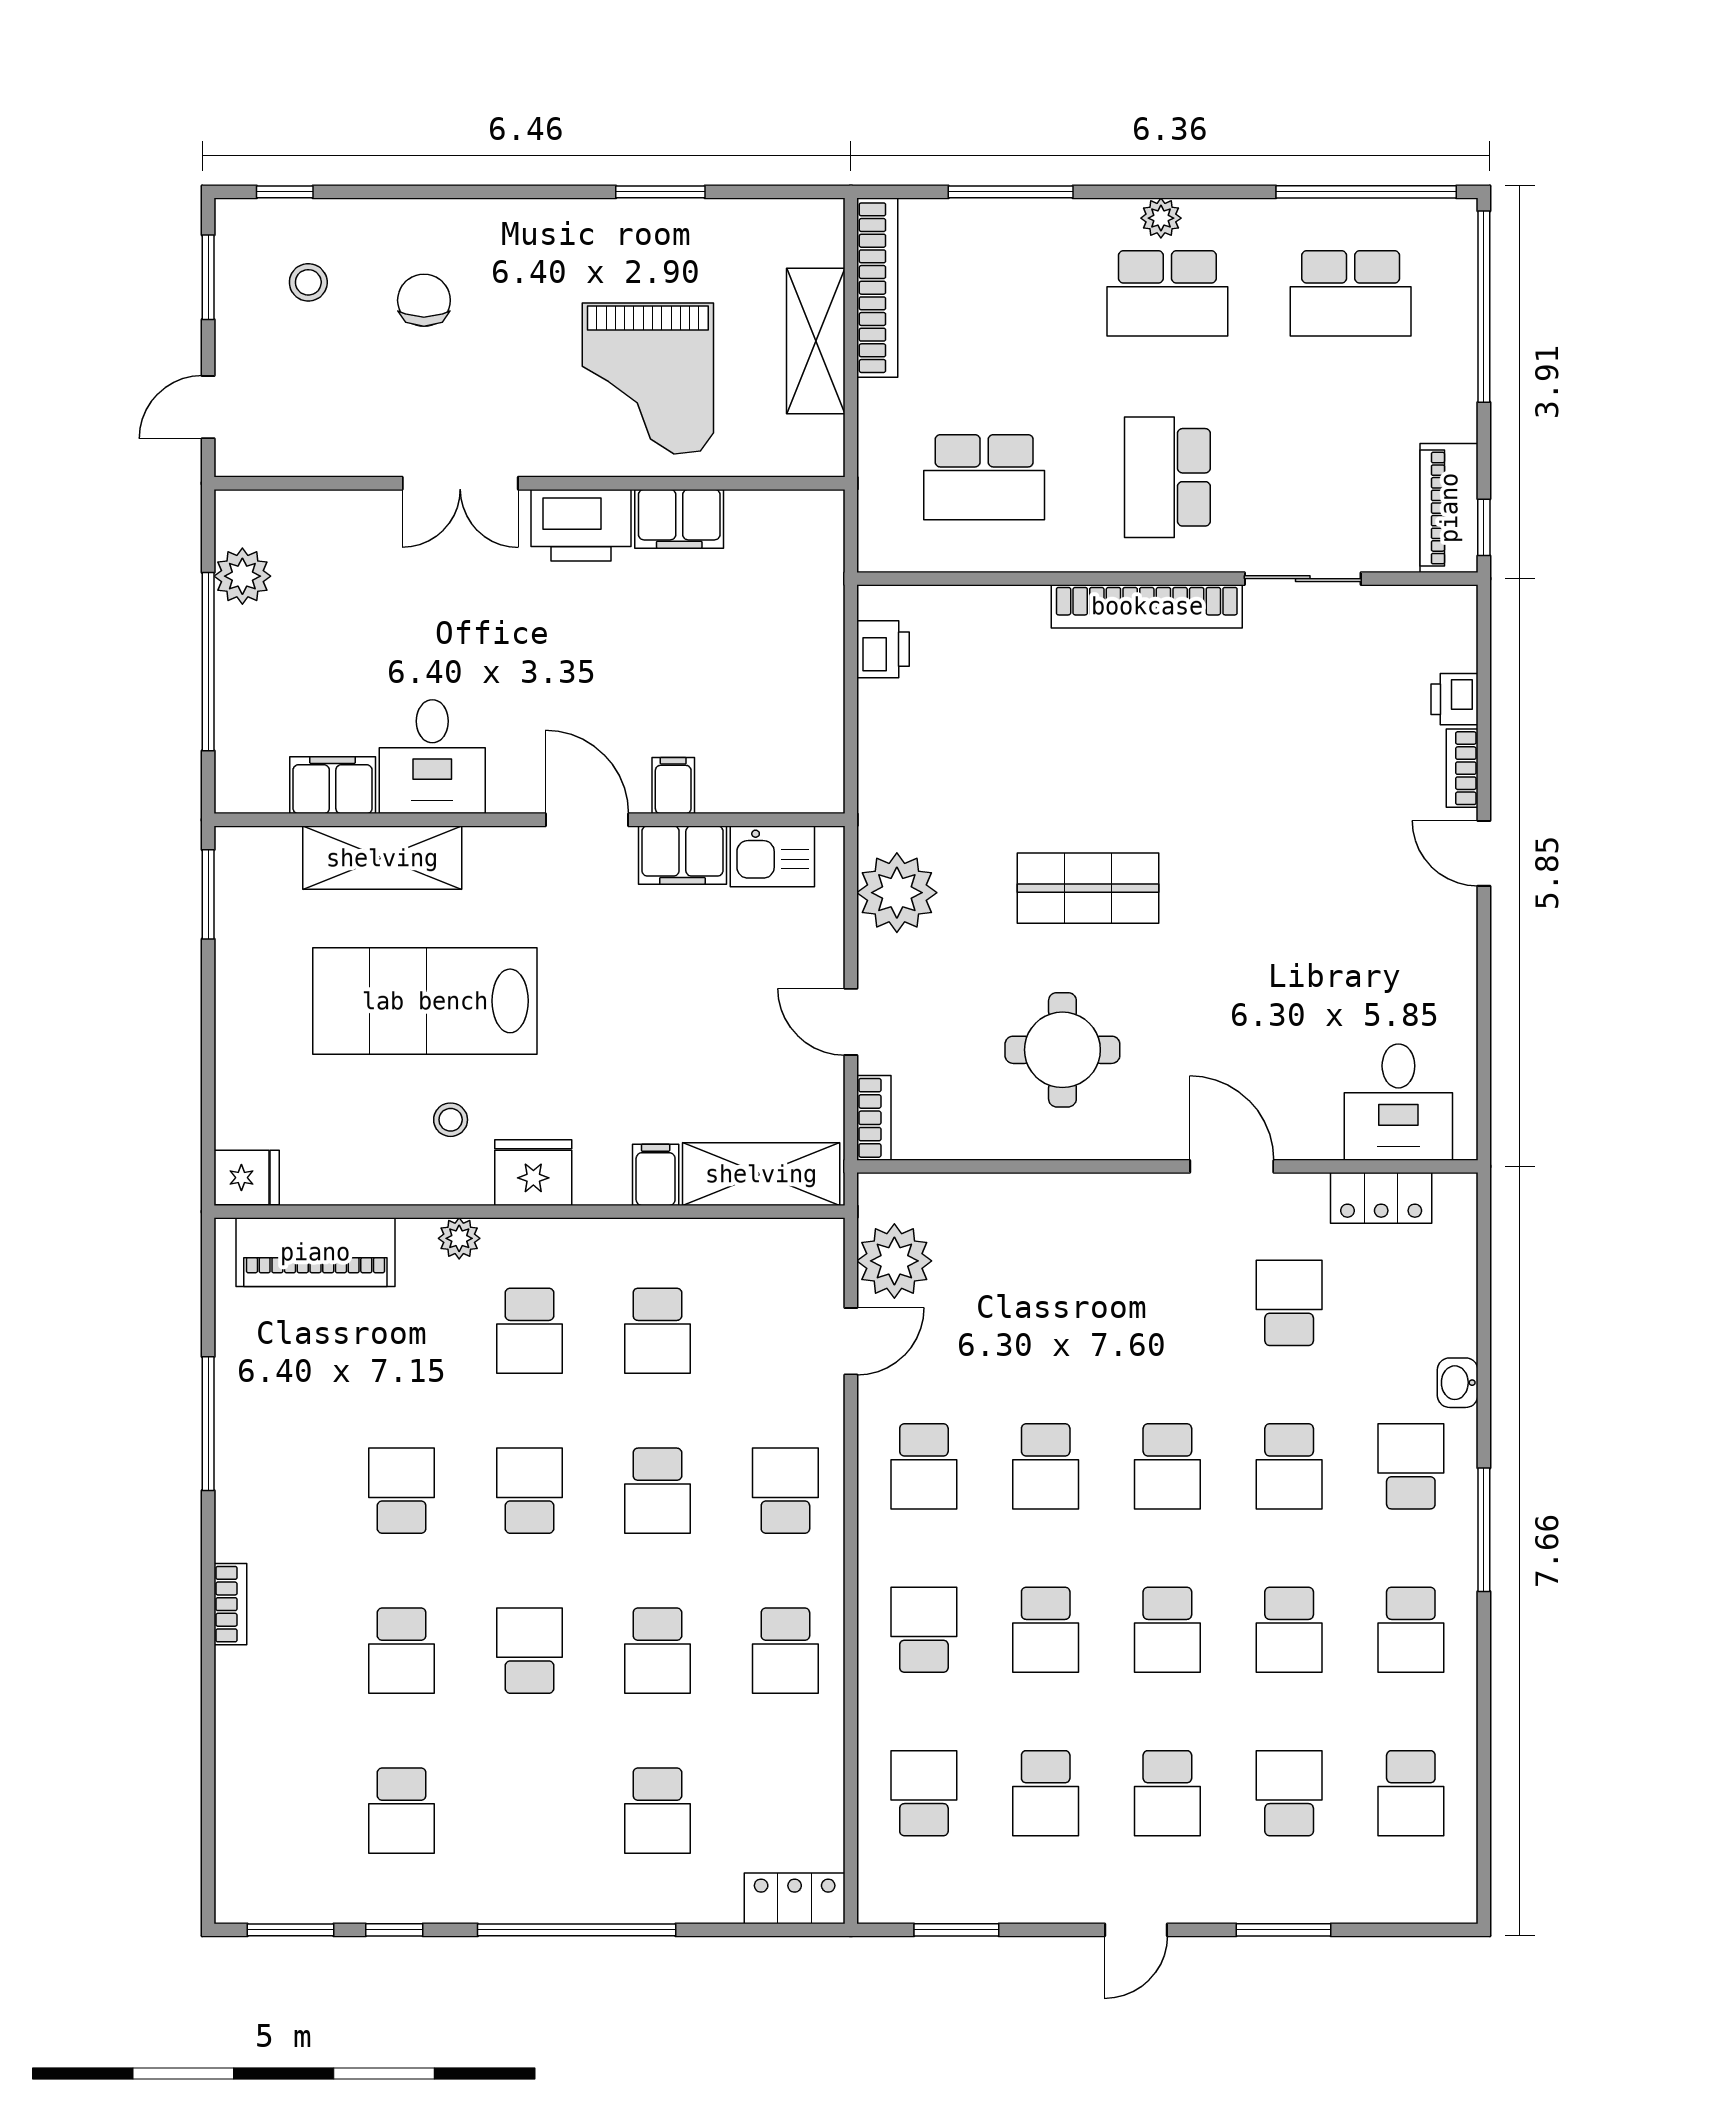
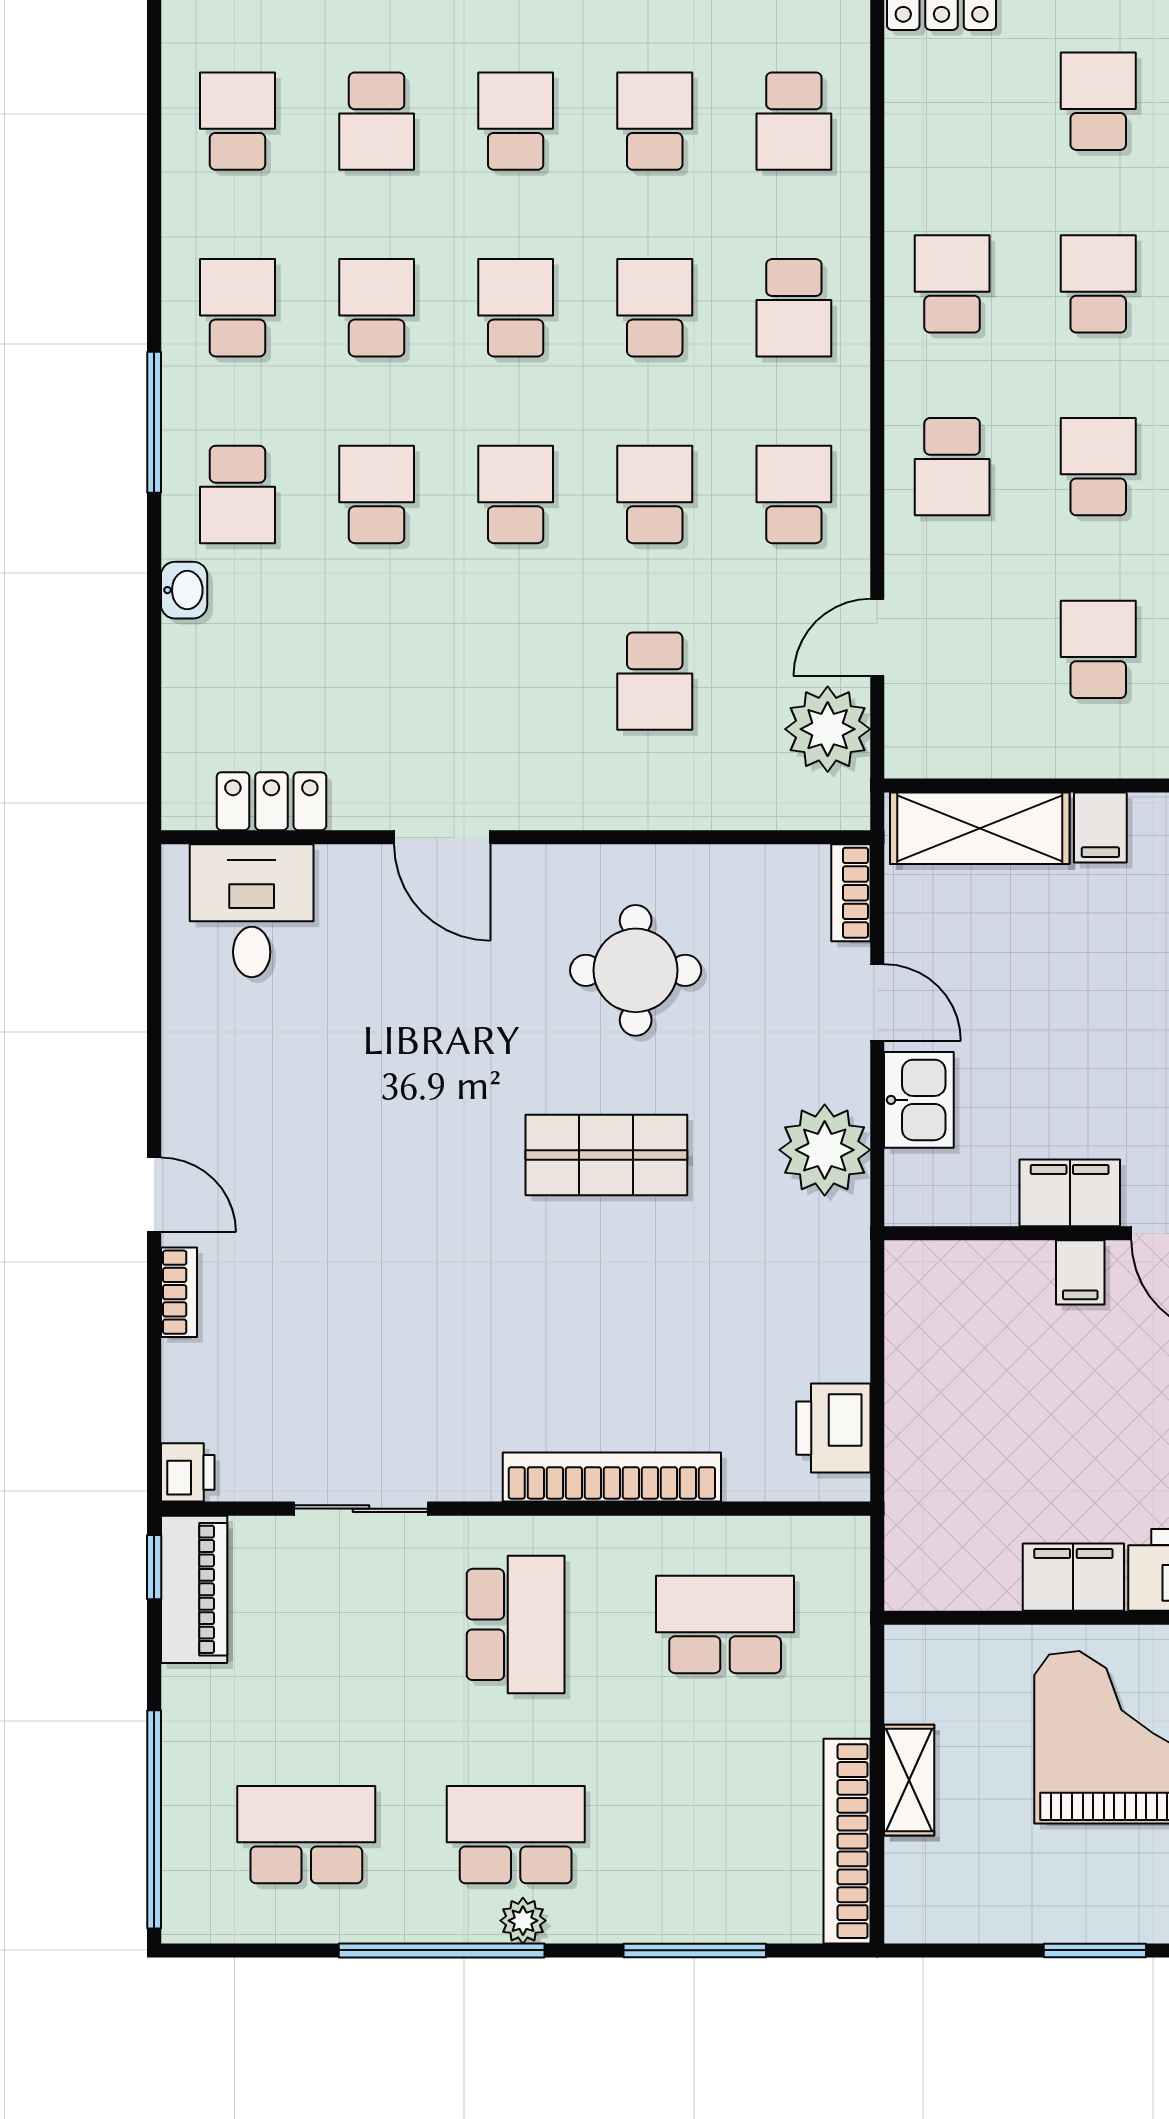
window: (1366, 192) -> (442, 1950), moved
shelving: (816, 341) -> (909, 1780), width x0.67, depth x0.75
bookcase: (1147, 606) -> (612, 1477), moved
printer: (883, 649) -> (833, 1428), width x1.36, depth x1.24
printer: (1454, 699) -> (188, 1472), moved
kitchen sink: (772, 856) -> (919, 1100), moved, turned 90
school desk: (1289, 1303) -> (655, 681), moved

